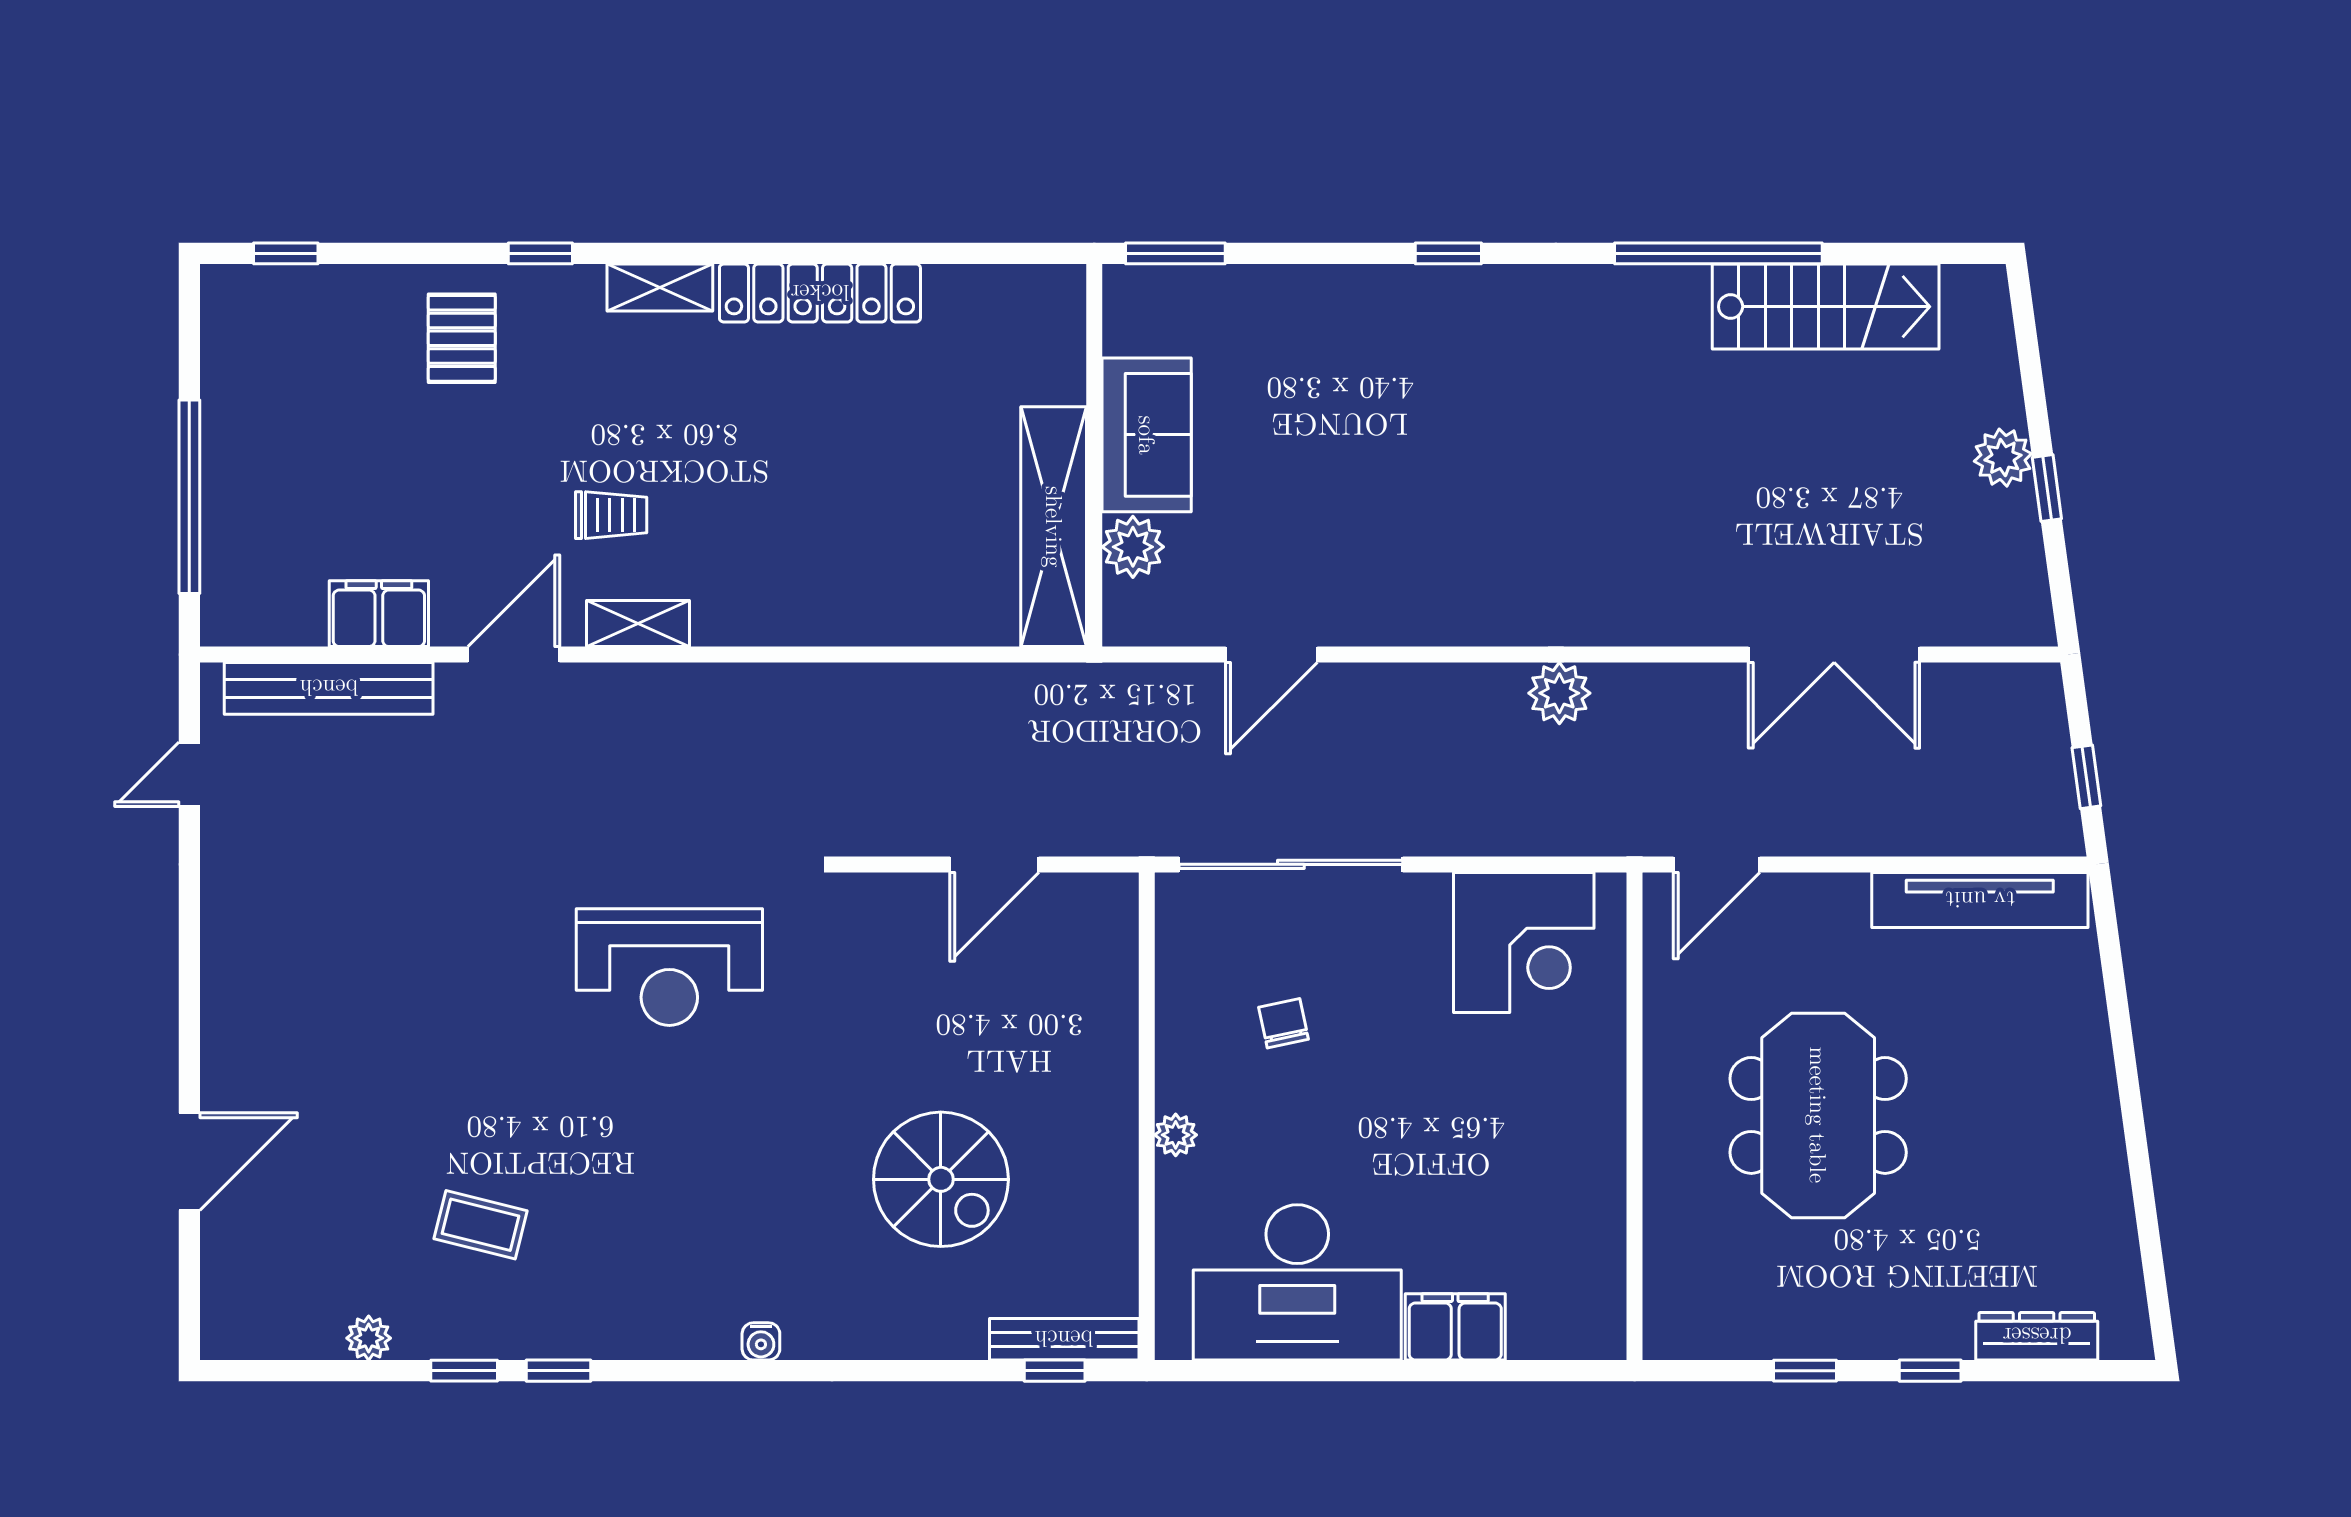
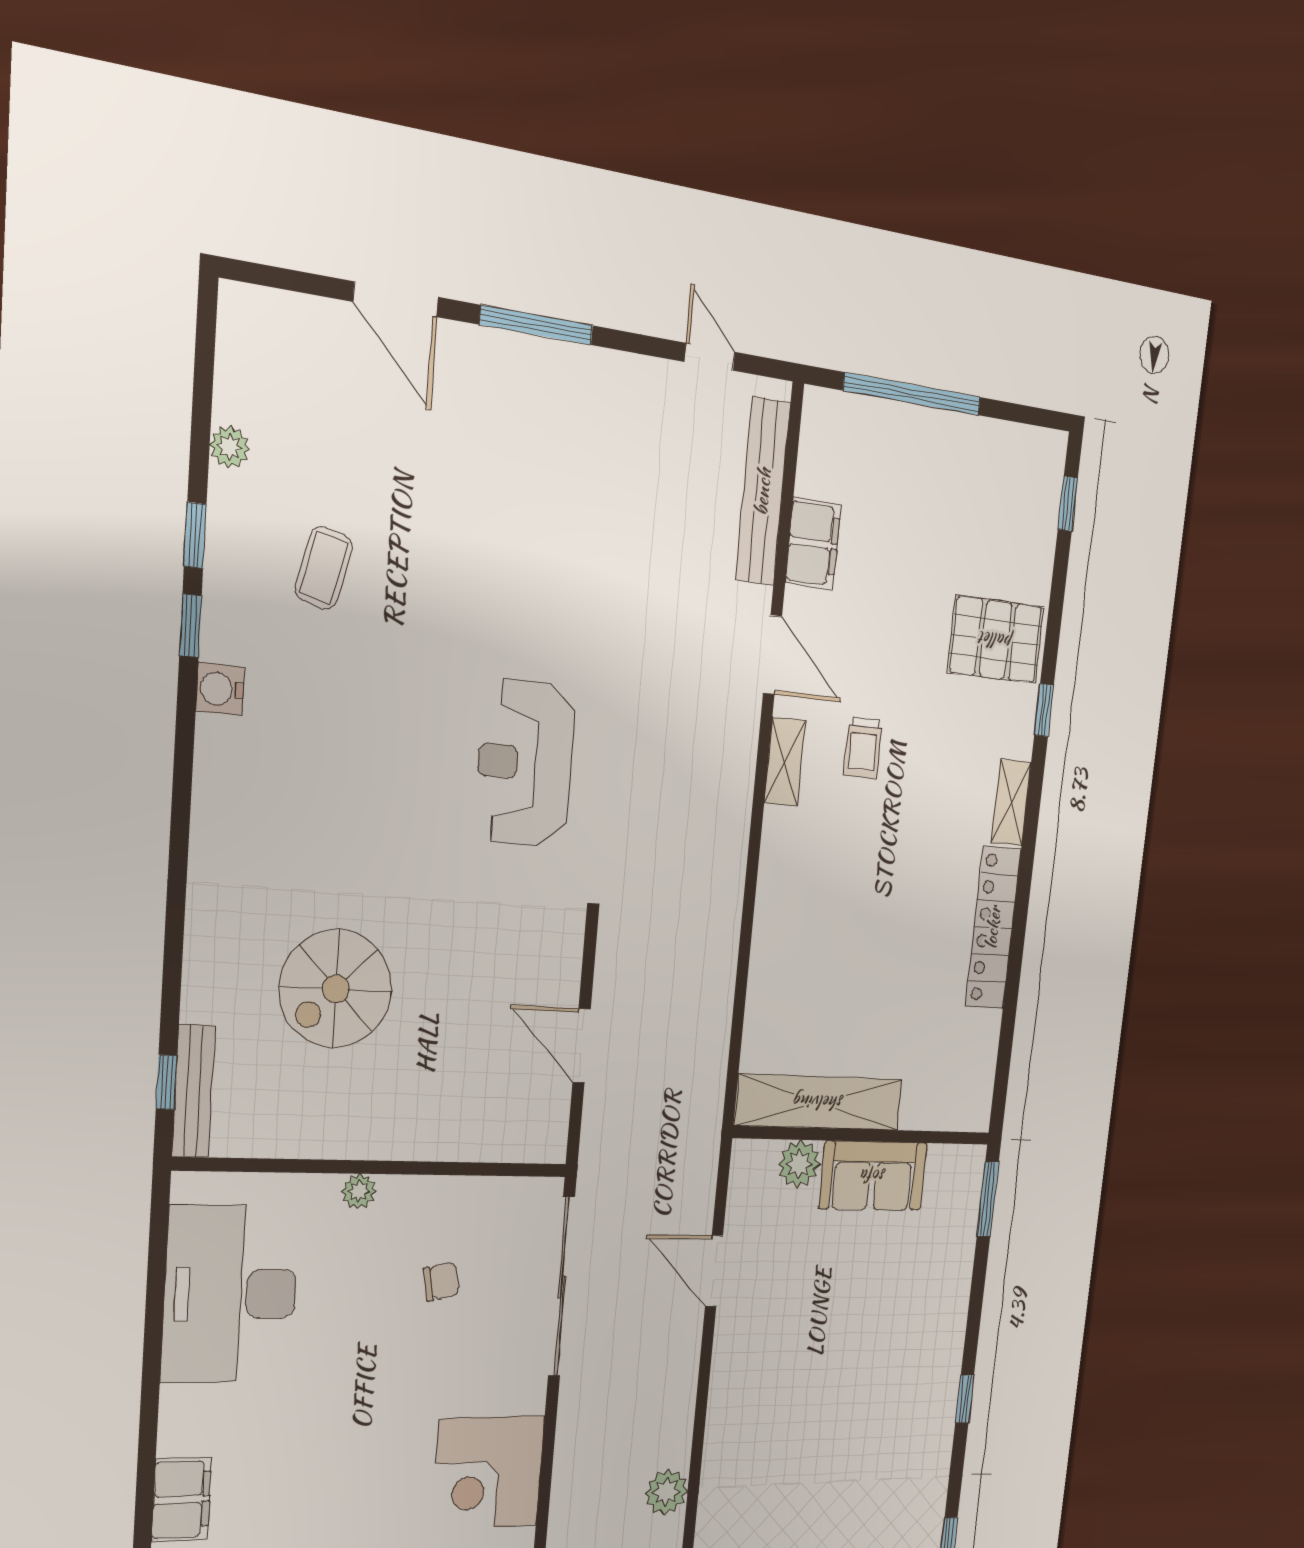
pallet: (462, 338) -> (996, 640), width x1.50, depth x1.42
window: (189, 994) -> (536, 325), added
filing cabinet: (1455, 1327) -> (182, 1499), moved
water cooler: (761, 1341) -> (220, 689), moved, width x1.38, depth x1.38

